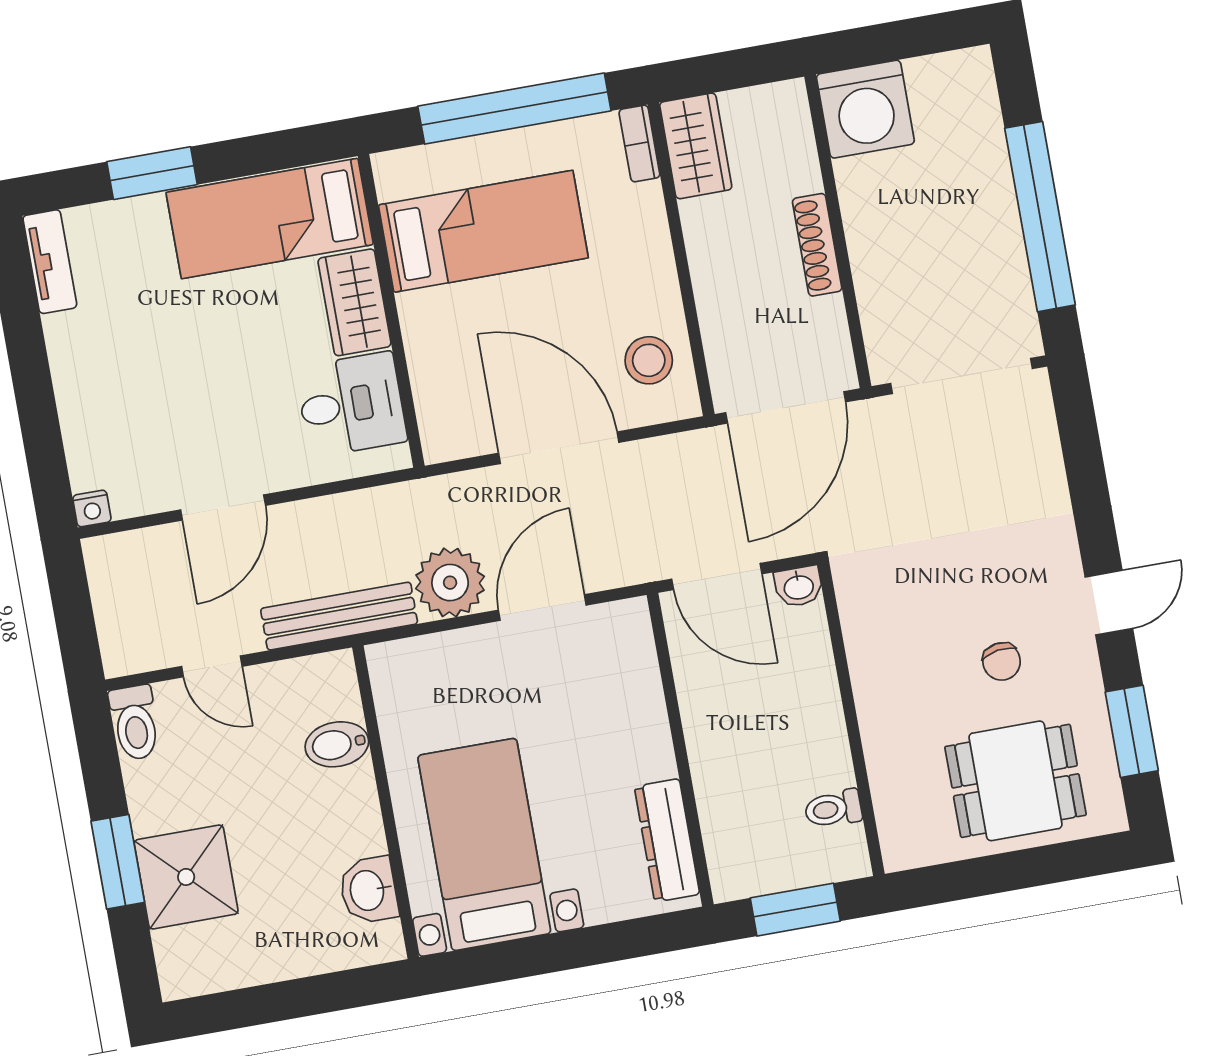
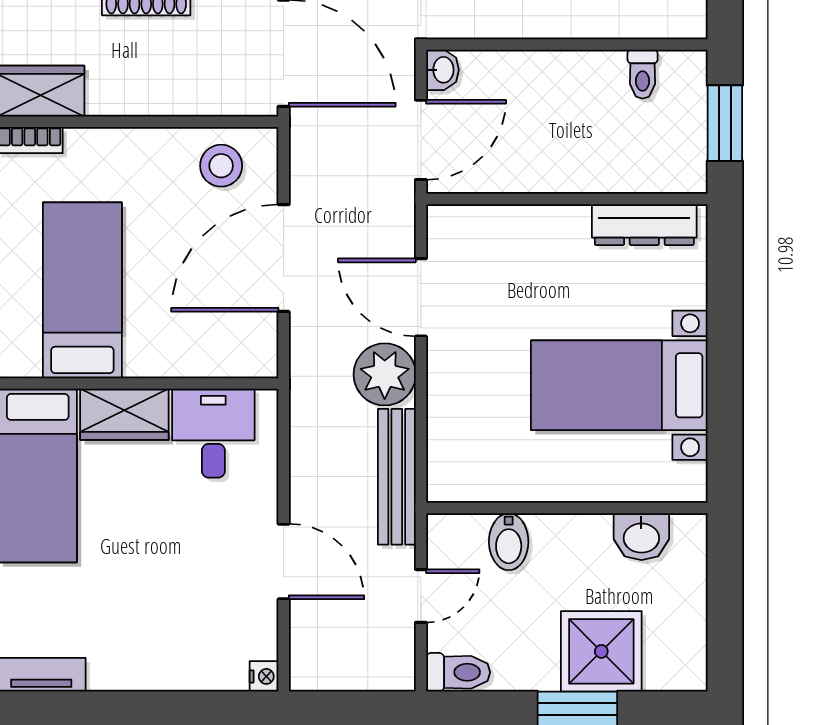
bidet: (337, 744) -> (509, 542), moved
wall: (386, 802) -> (567, 508), moved
washbasin: (369, 890) -> (641, 537), moved

